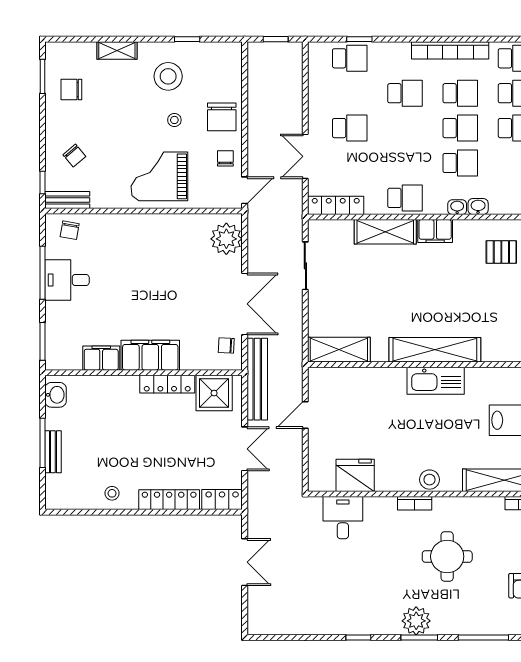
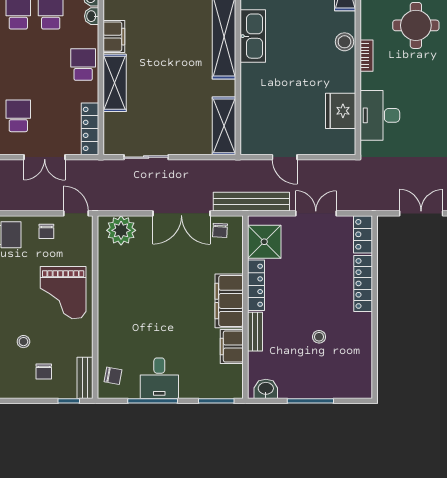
stool: (174, 120) -> (23, 342), moved
chair: (74, 156) -> (44, 371), turned 130
chair: (225, 158) -> (46, 231), turned -90
double door: (245, 304) -> (181, 213), swing flipped
bench: (53, 452) -> (255, 332), moved, turned 90
stool: (112, 493) -> (319, 337), moved
desk: (343, 518) -> (380, 115), width x1.37

